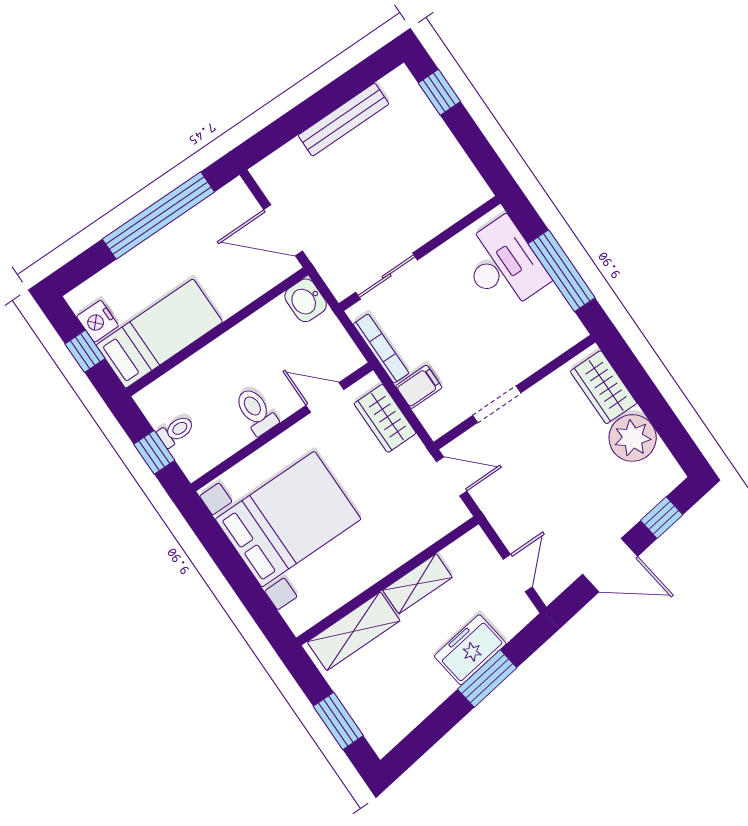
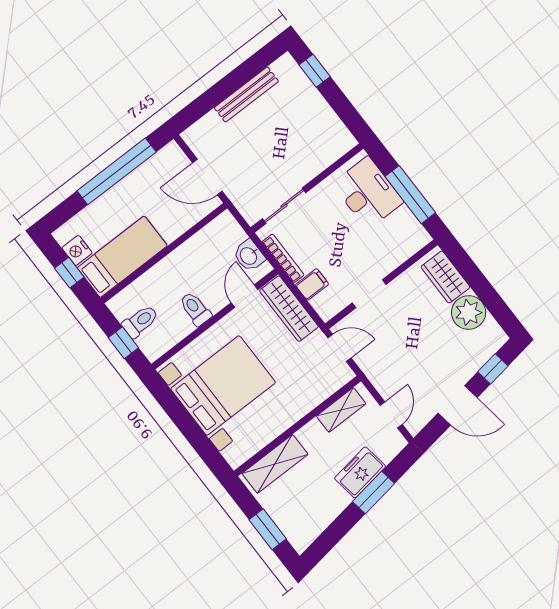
washbasin: (306, 300) -> (249, 256), moved
door: (325, 397) -> (245, 296), hinge flipped
wardrobe: (385, 418) -> (289, 309), width x1.50
toilet: (176, 431) -> (140, 321), width x1.37, depth x1.39
shelving: (417, 584) -> (341, 410), moved

